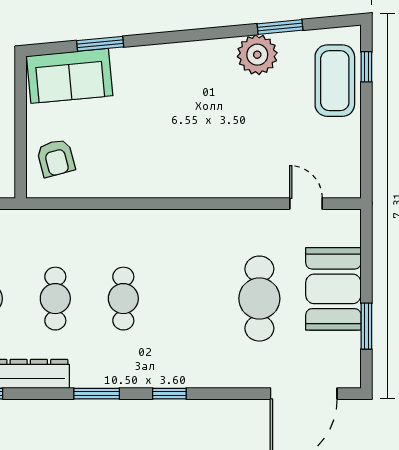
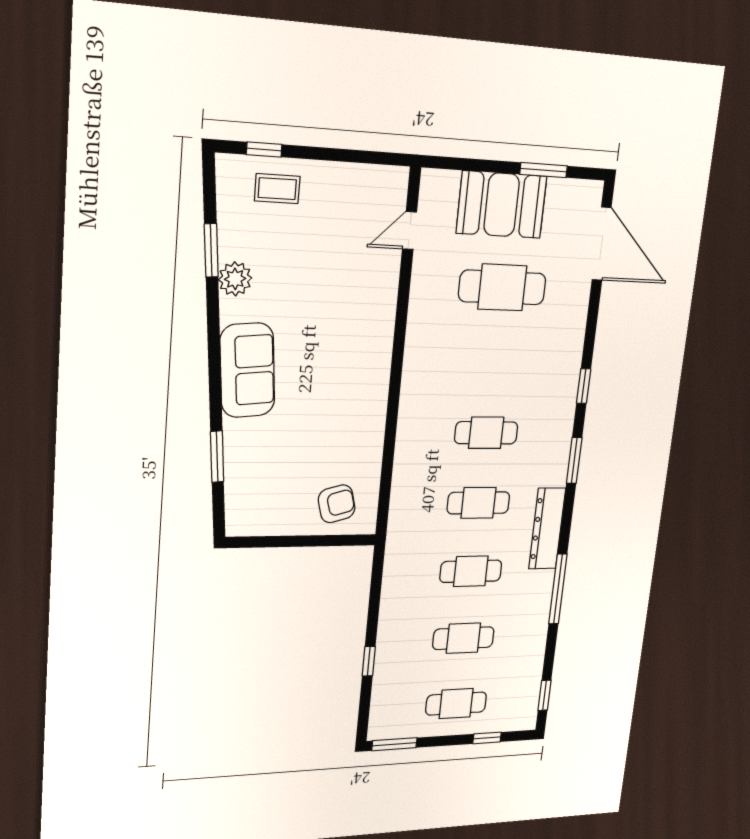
plant: (257, 55) -> (235, 279), width x0.73, depth x0.73
sofa: (70, 76) -> (247, 370), moved
coffee table: (335, 81) -> (277, 189), width x0.54, depth x0.58

